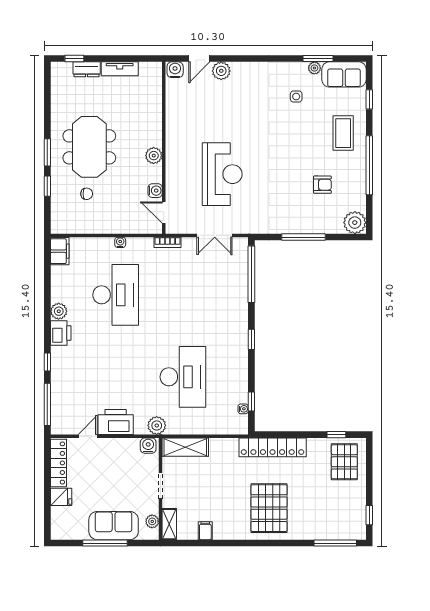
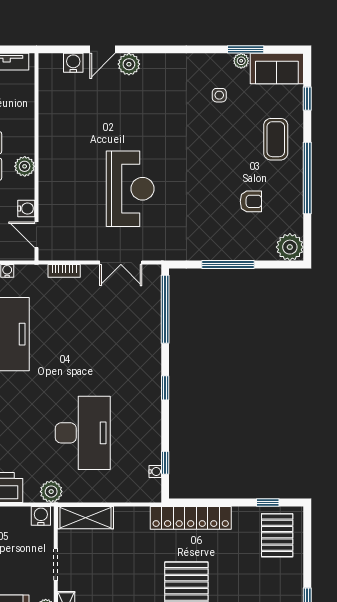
wall: (164, 148) -> (36, 157), moved
plant: (154, 156) -> (25, 166), moved
water cooler: (155, 191) -> (26, 209), moved
door: (164, 212) -> (36, 235), moved

